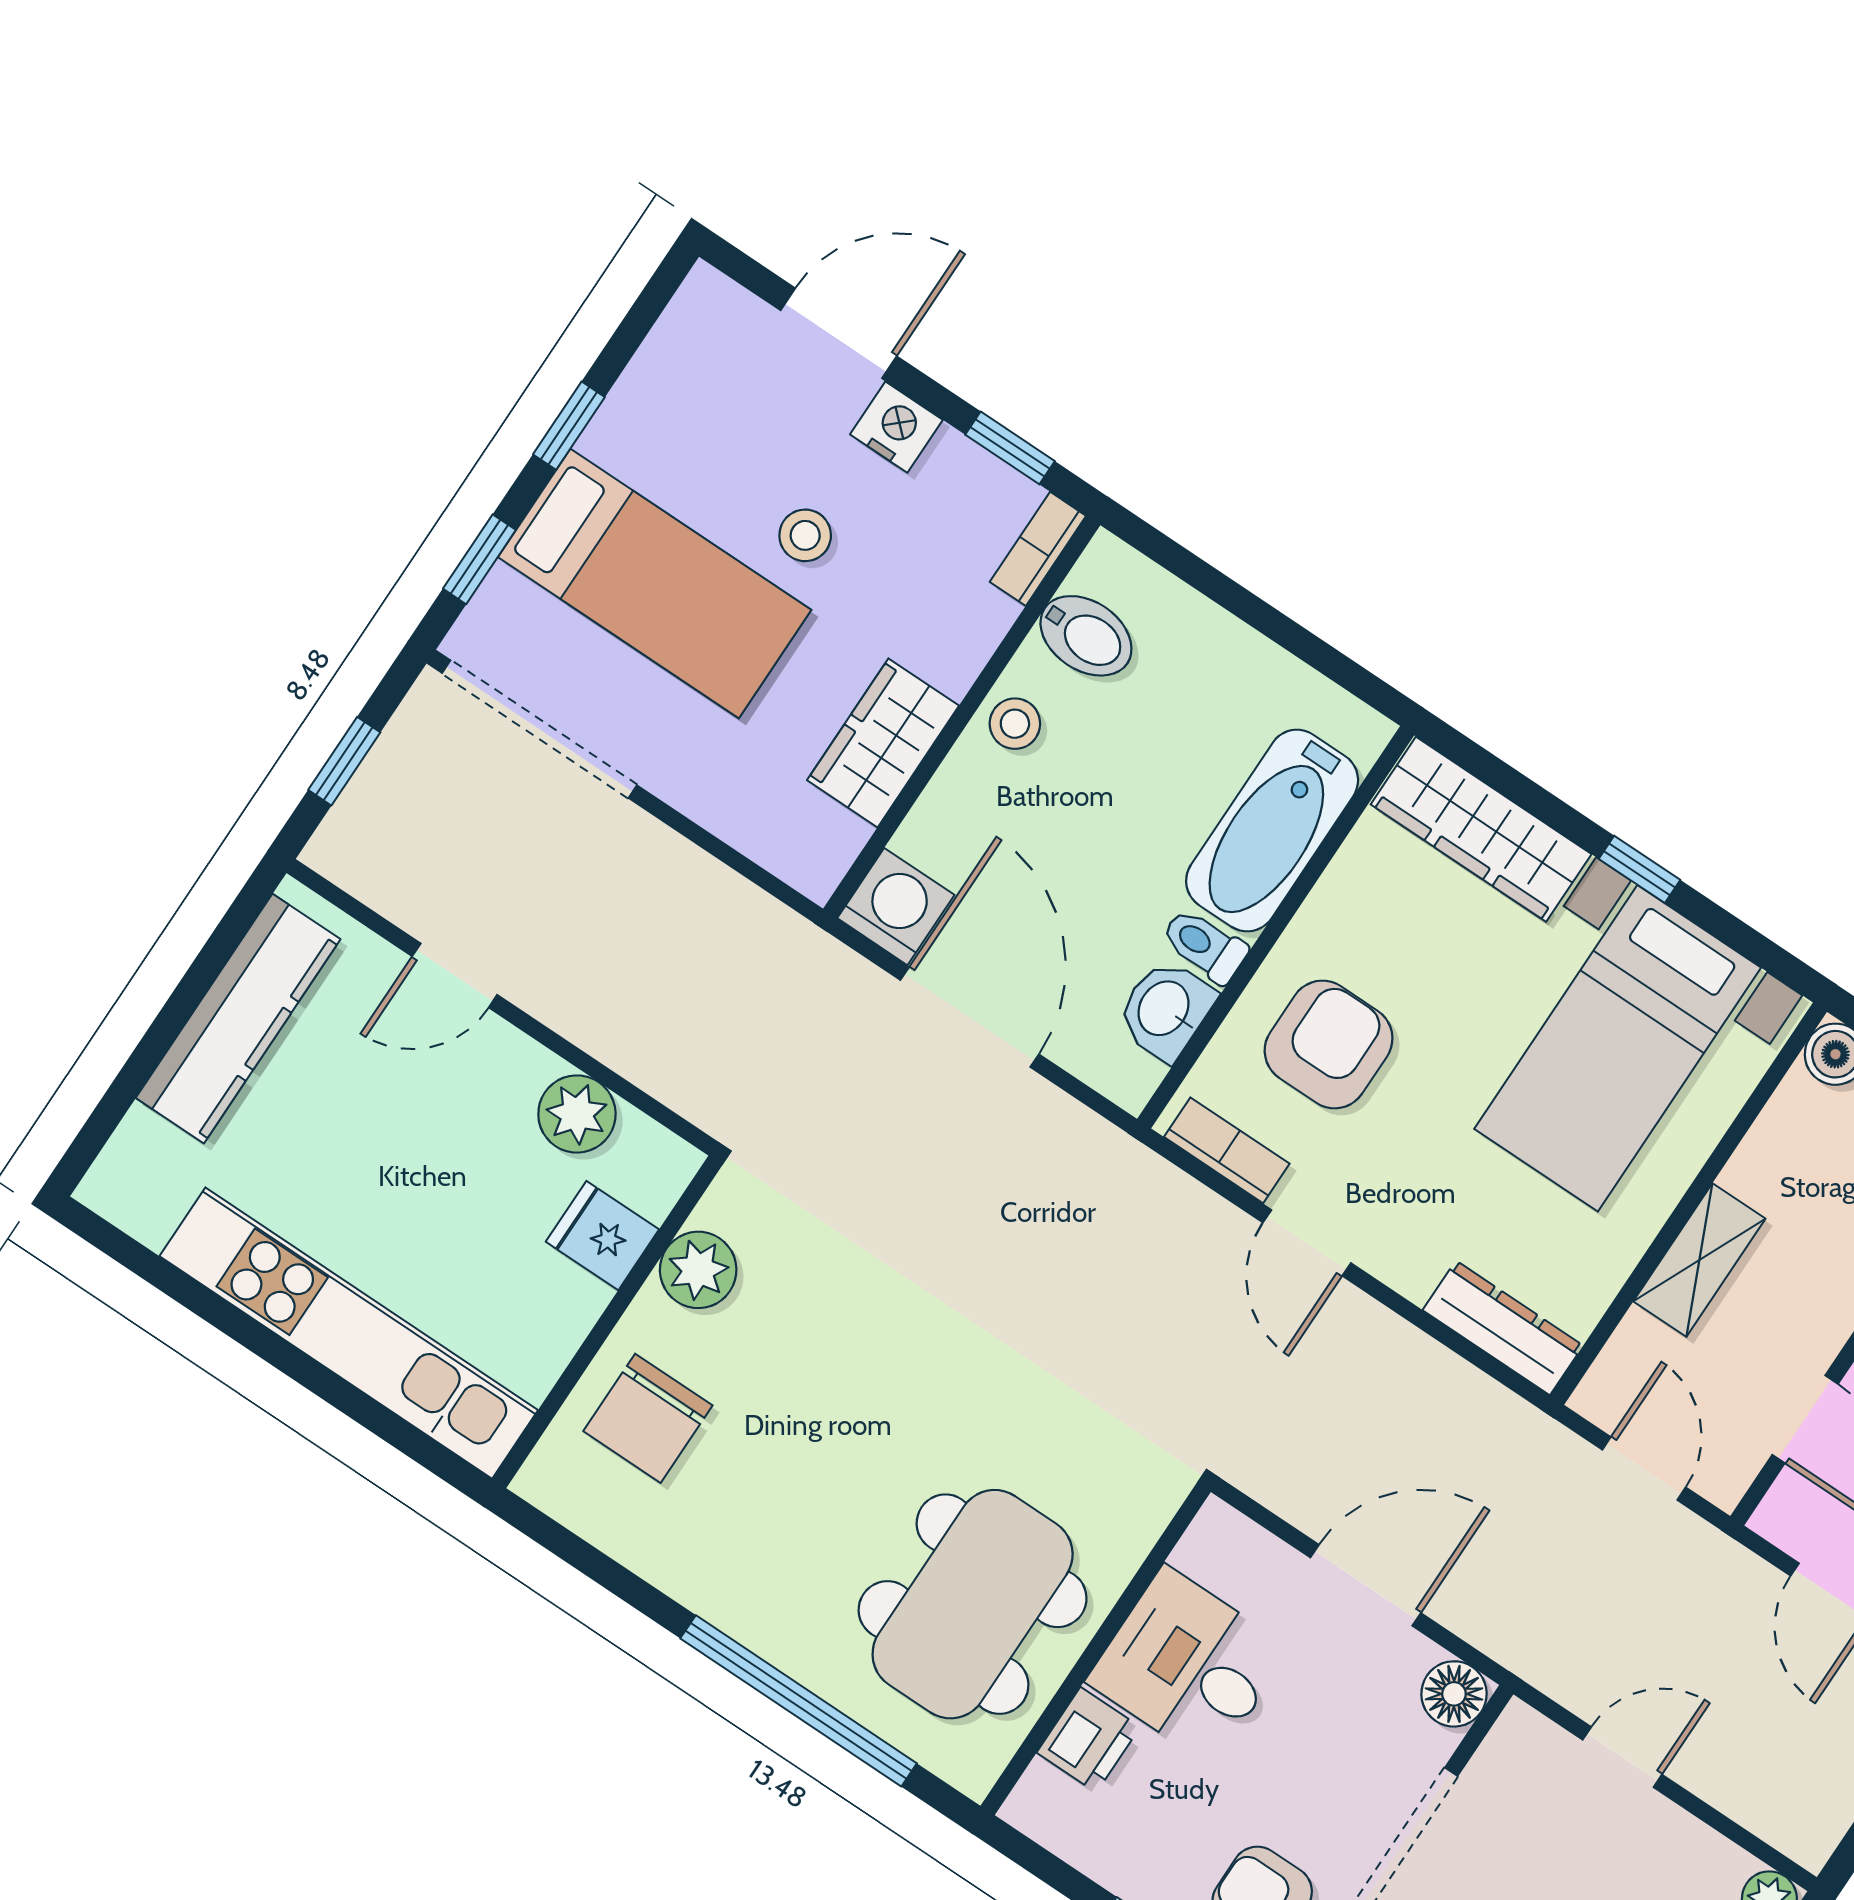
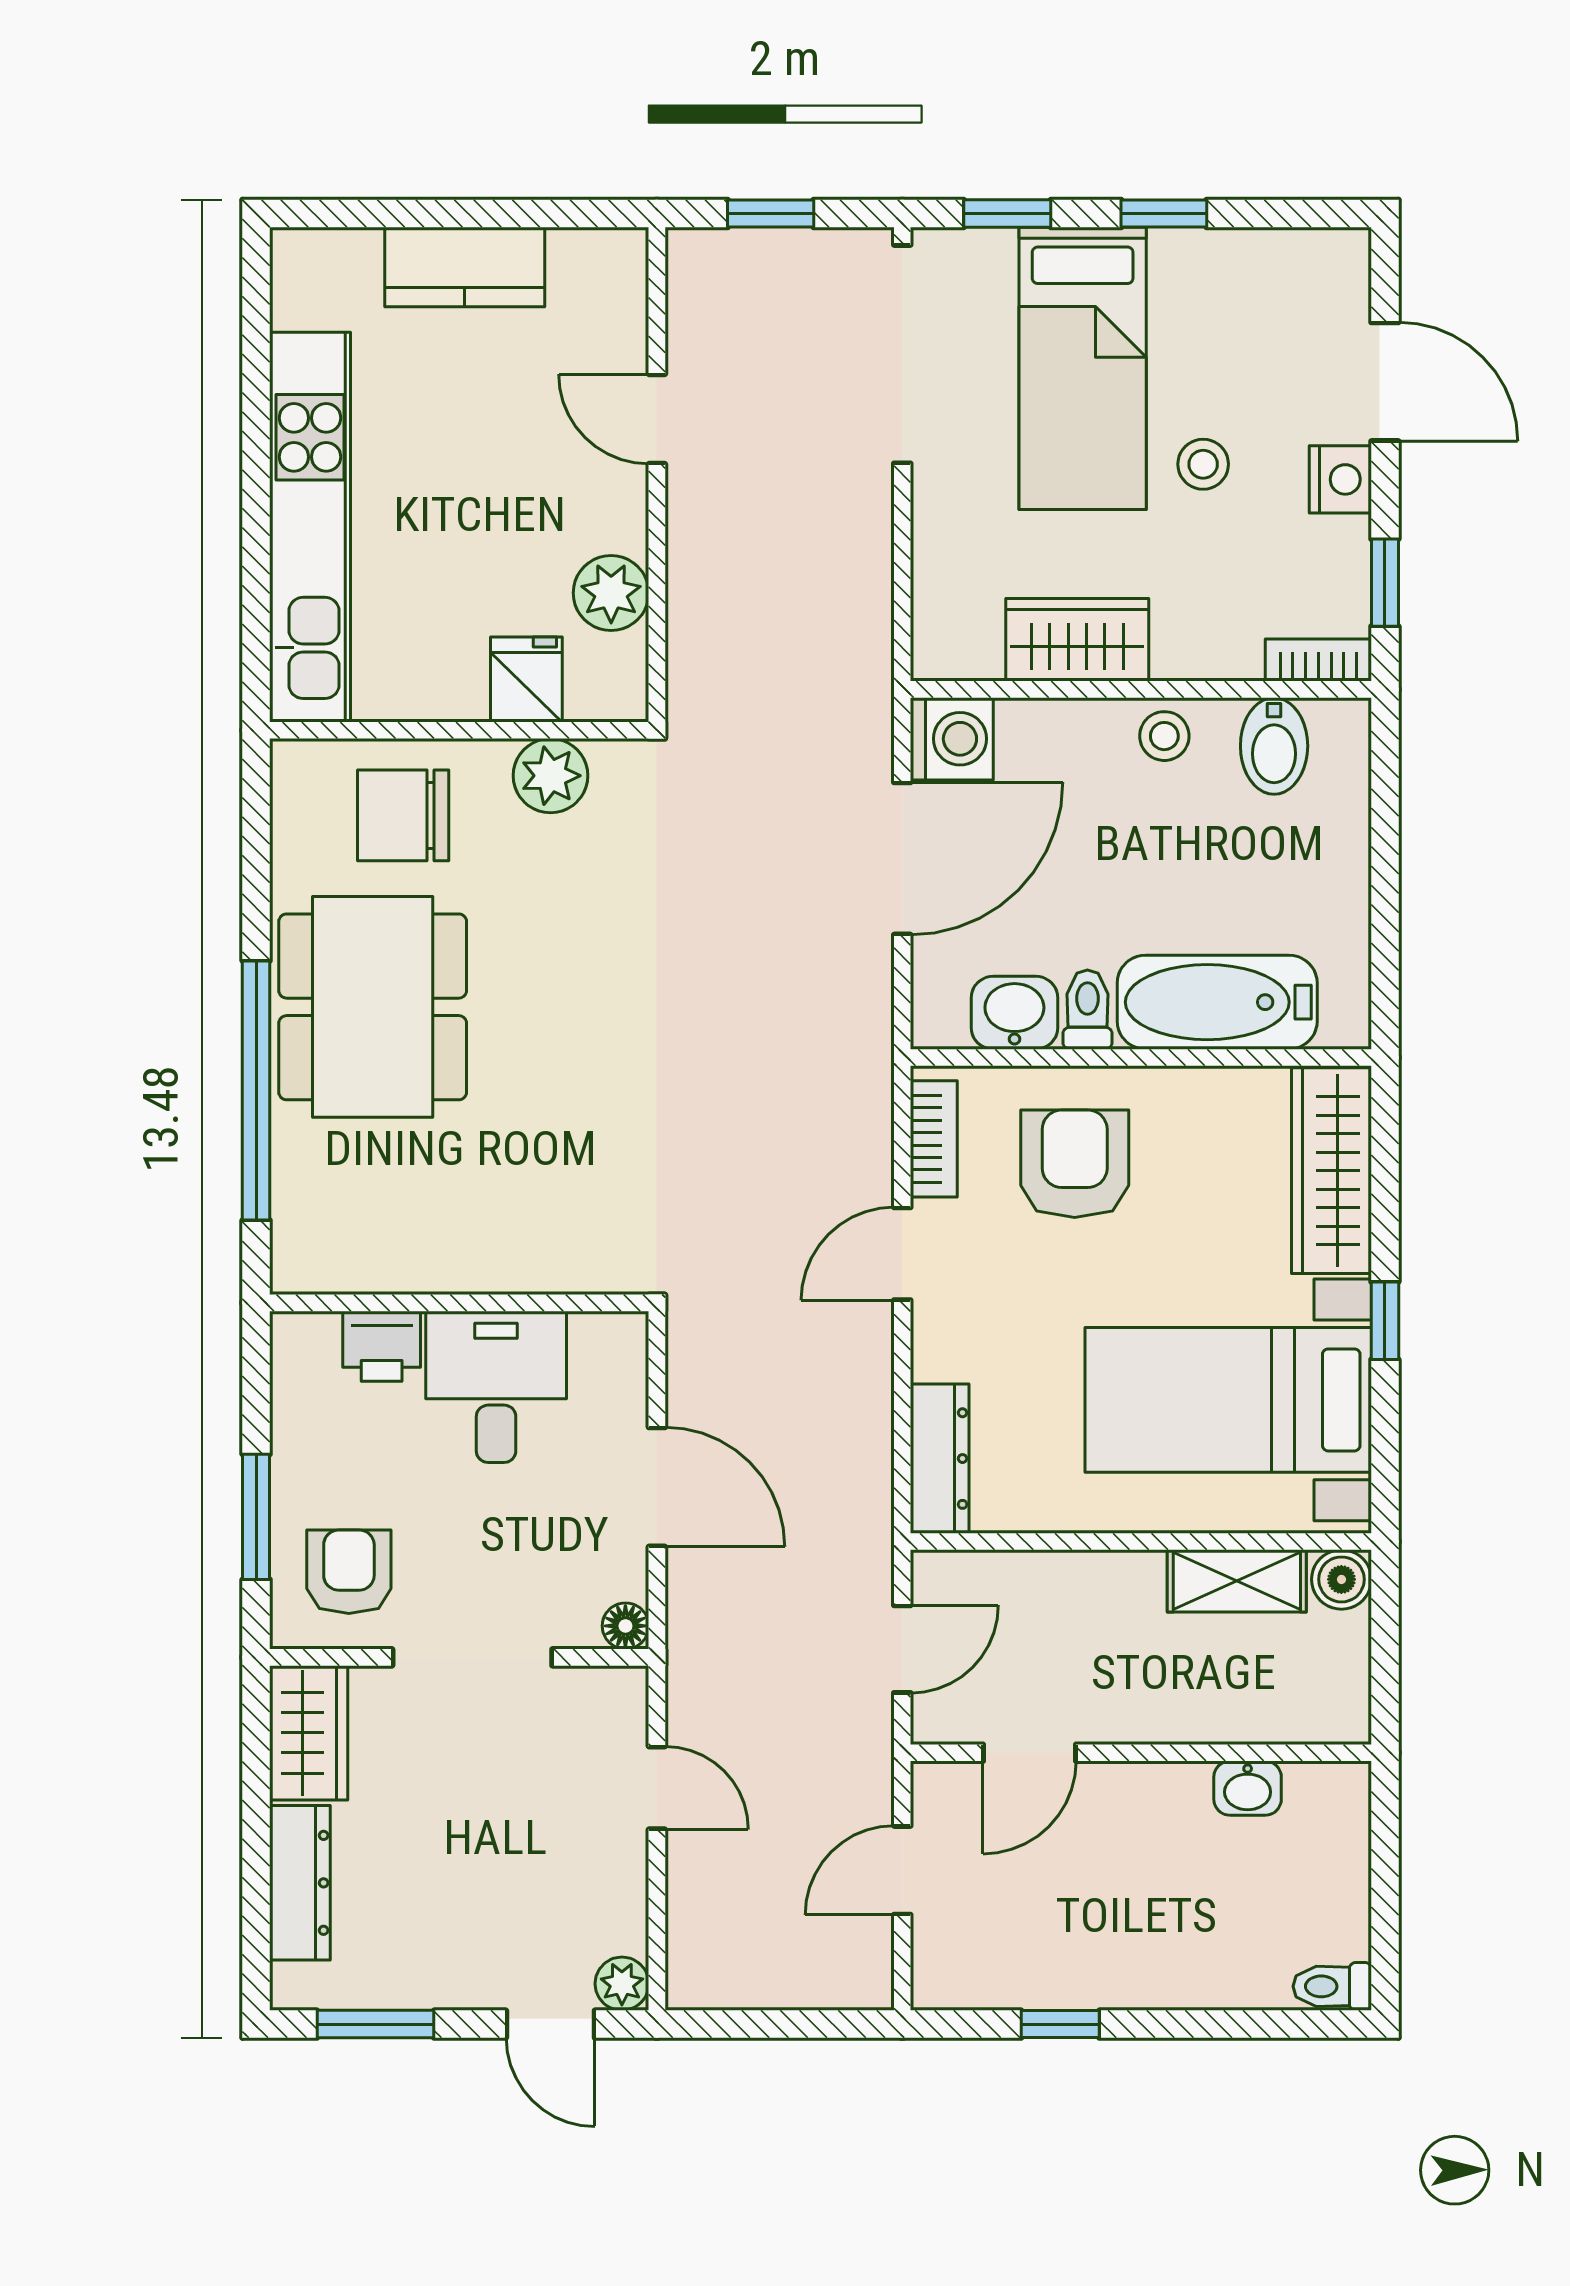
kitchen counter: (238, 1019) -> (465, 267), width x0.67
armchair: (1329, 1044) -> (1075, 1164), turned -90
shelving: (1699, 1260) -> (1237, 1581), moved
dining table: (973, 1604) -> (373, 1007), moved, turned 90
floor lamp: (1454, 1694) -> (625, 1626), width x0.73, depth x0.73

